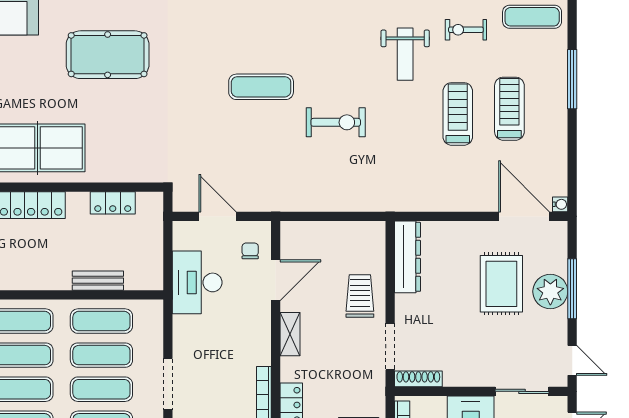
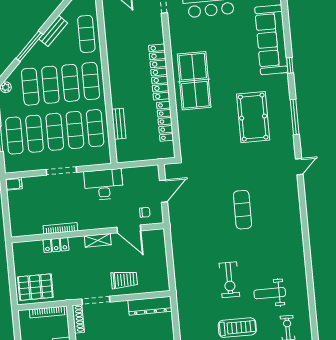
exercise bike: (336, 122) -> (229, 280), moved
locker: (113, 203) -> (165, 121), width x1.53
desk: (197, 282) -> (104, 184), moved

